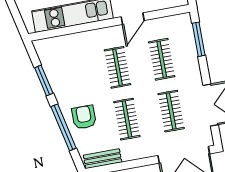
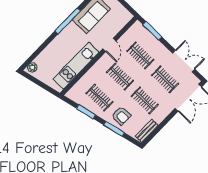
clothes rail: (73, 75) -> (99, 98), added
armchair: (84, 117) -> (121, 116), turned 180
window: (64, 127) -> (114, 129), width x0.69

